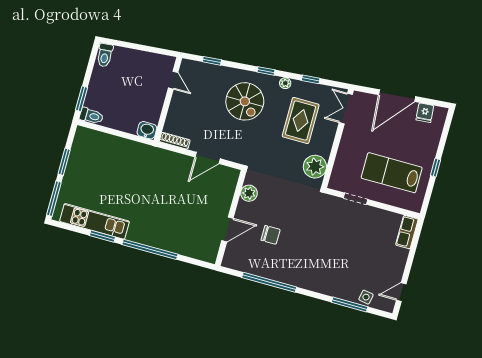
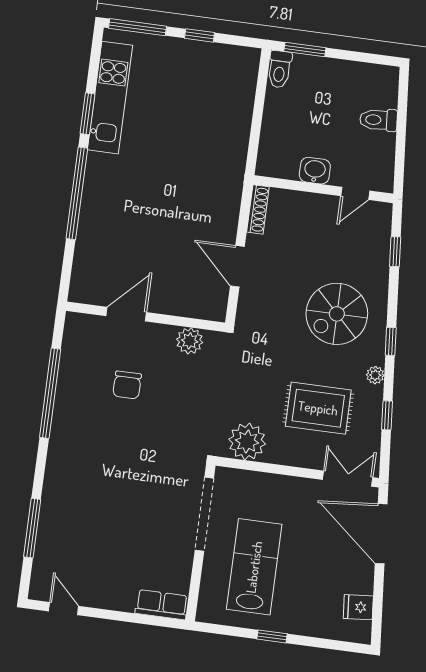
toilet: (105, 55) -> (378, 120), moved
door: (397, 96) -> (381, 534), moved
washbasin: (147, 130) -> (315, 171), moved, turned -90
window: (64, 162) -> (200, 35), width x0.67
doorway: (356, 199) -> (204, 514), width x1.88
door: (227, 229) -> (126, 314), swing flipped
side table: (366, 297) -> (48, 553), removed

